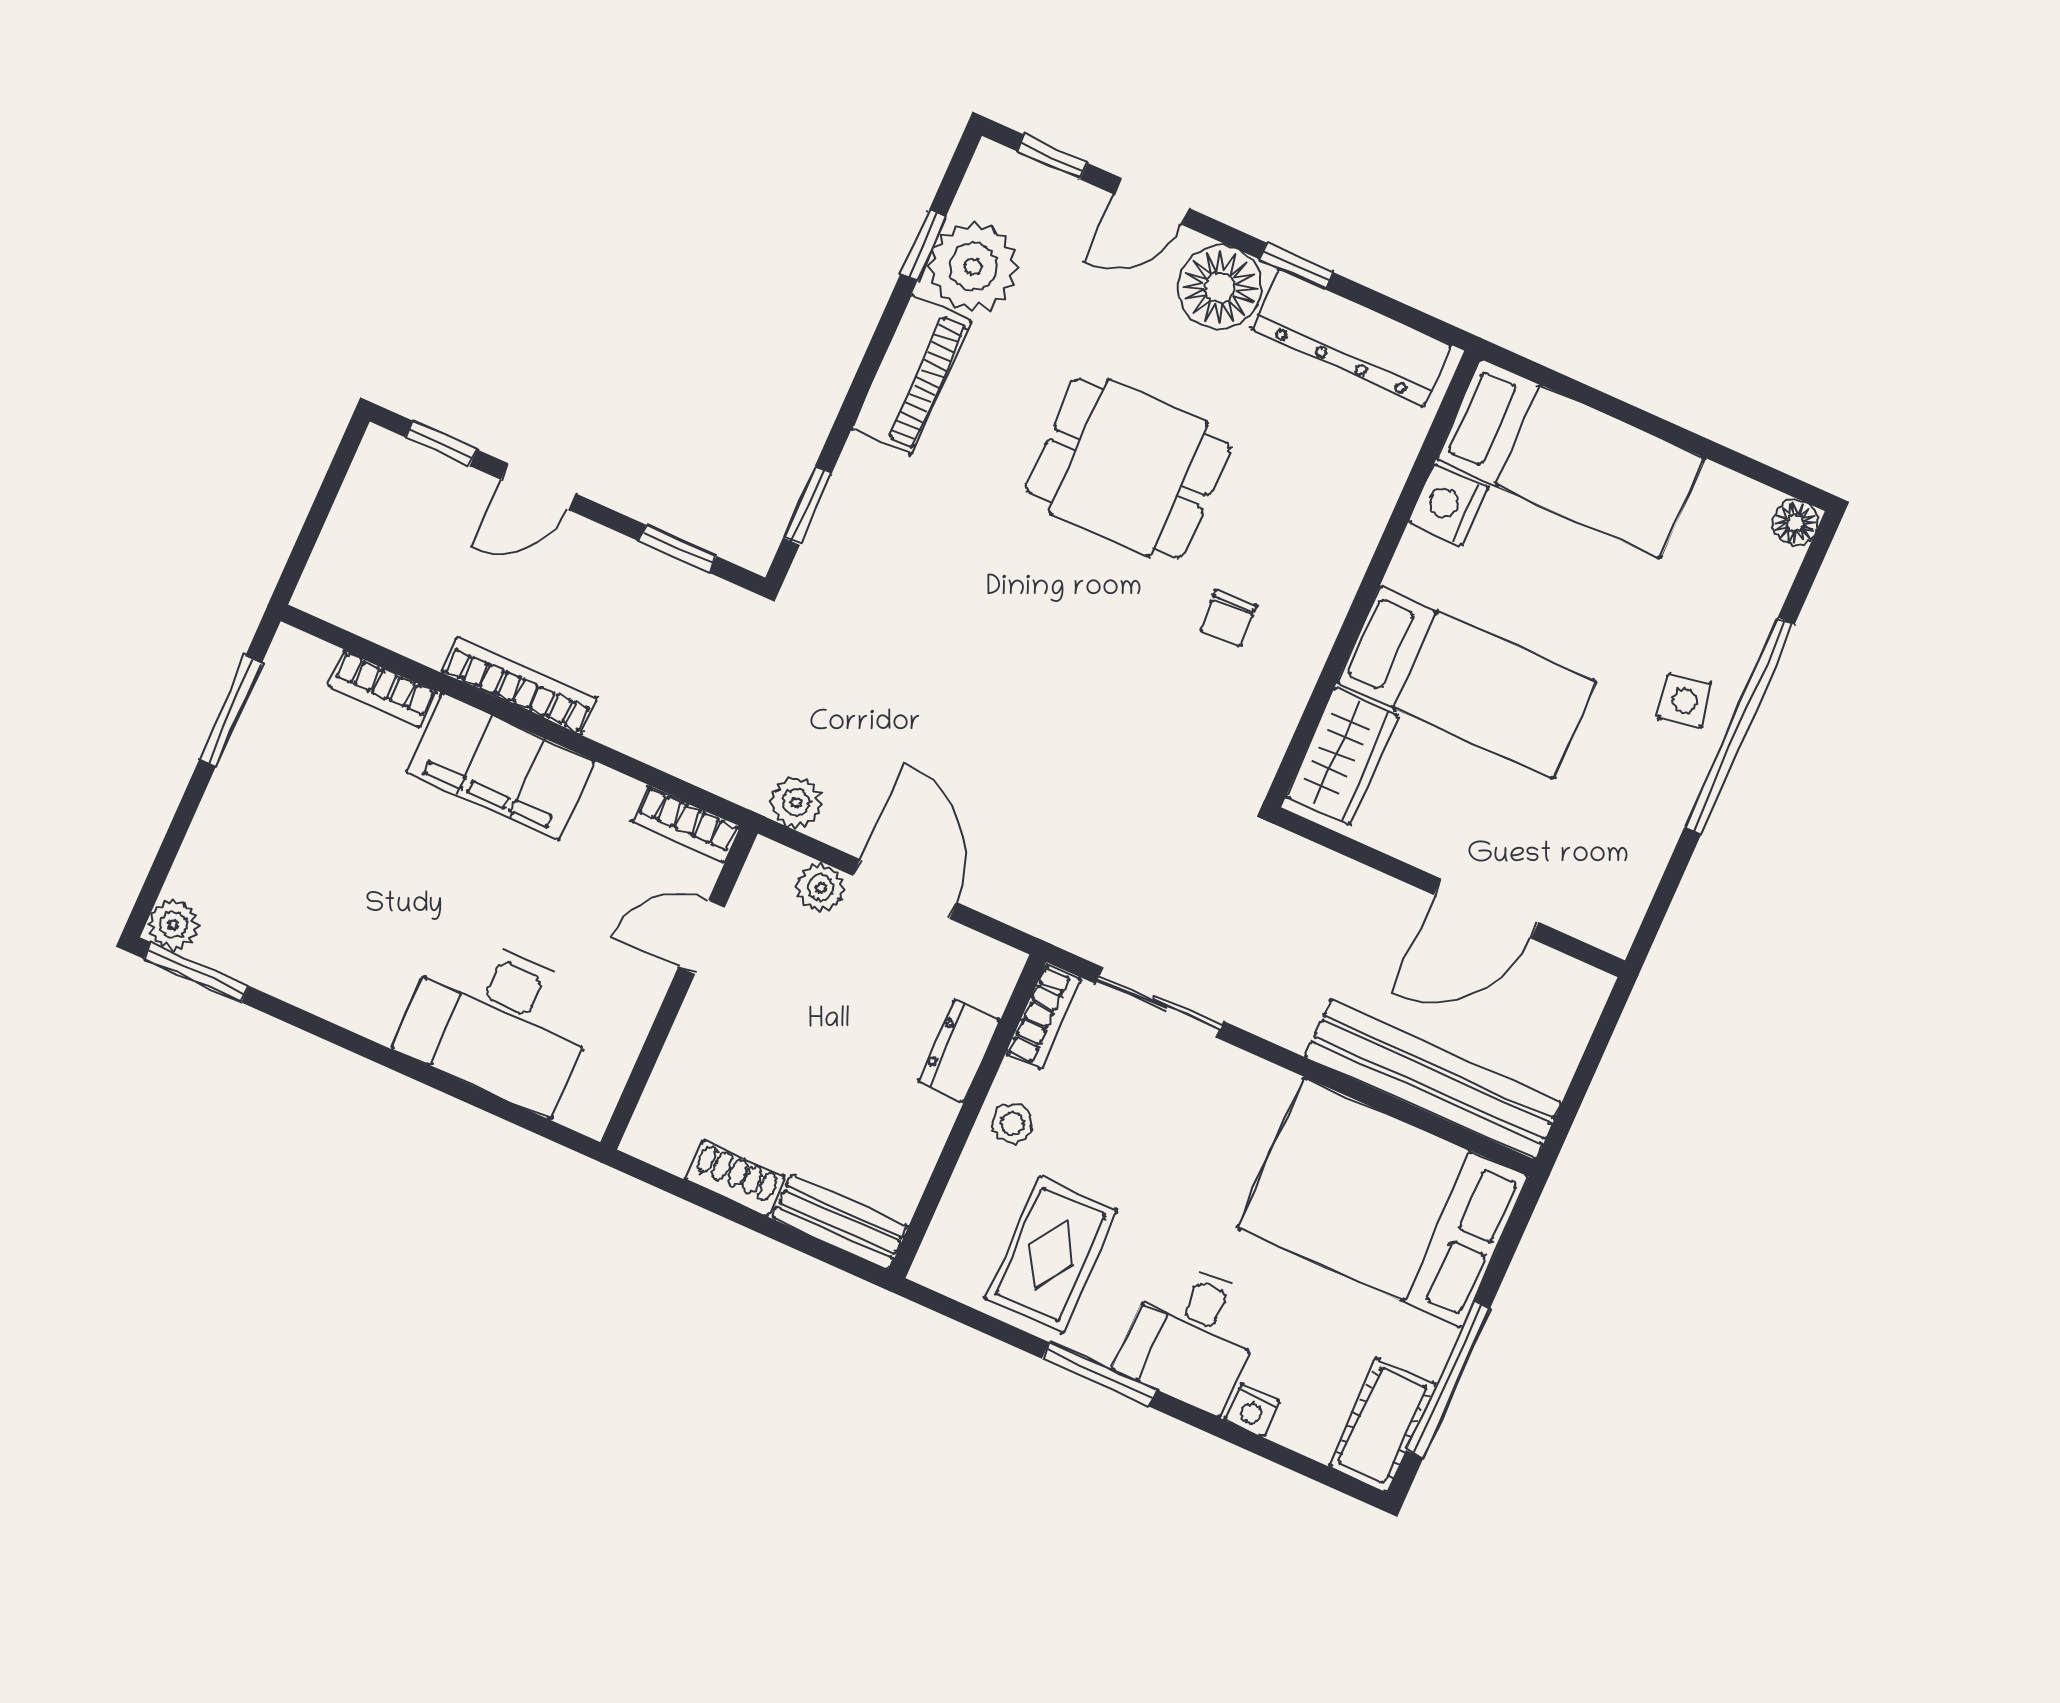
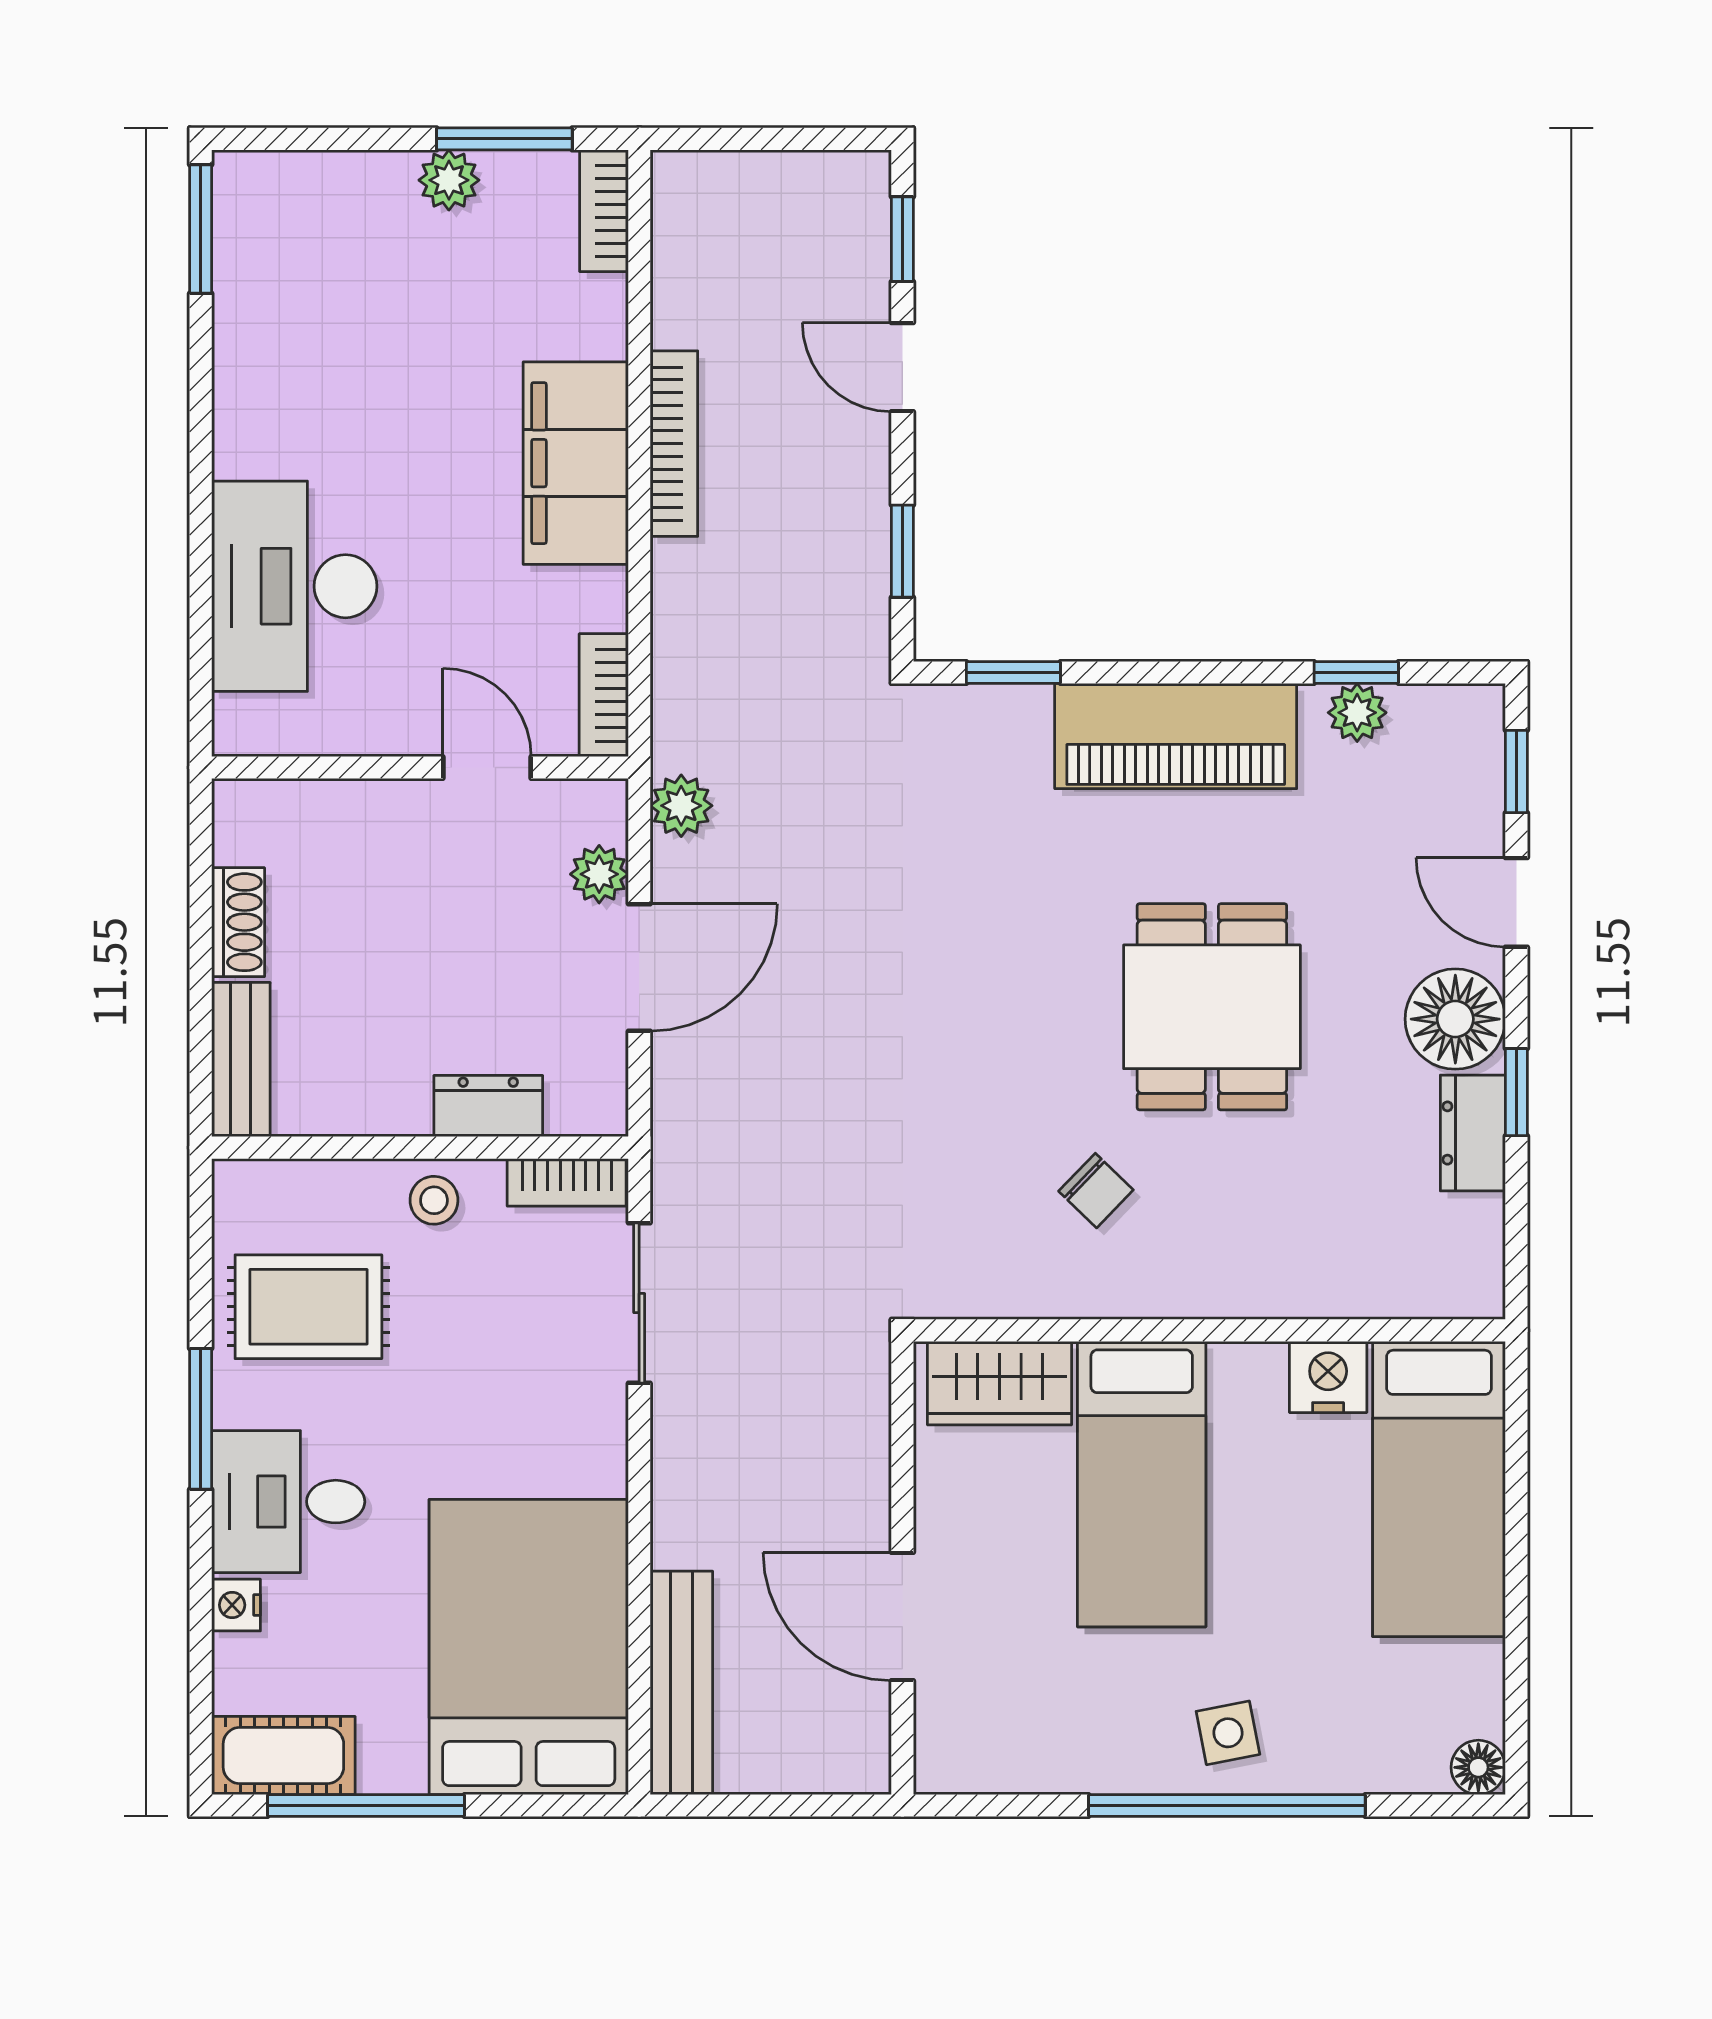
plant: (973, 267) -> (1357, 713), width x0.53, depth x0.53
dresser: (1352, 337) -> (1473, 1133), width x0.51, depth x0.80
piano: (912, 375) -> (1176, 736), width x1.37, depth x1.33
chair: (1228, 618) -> (1096, 1191), turned -133
bookcase: (383, 689) -> (604, 211), moved
plant: (173, 925) -> (449, 180), moved
bench: (1433, 1080) -> (681, 1683), width x0.73, depth x0.82

